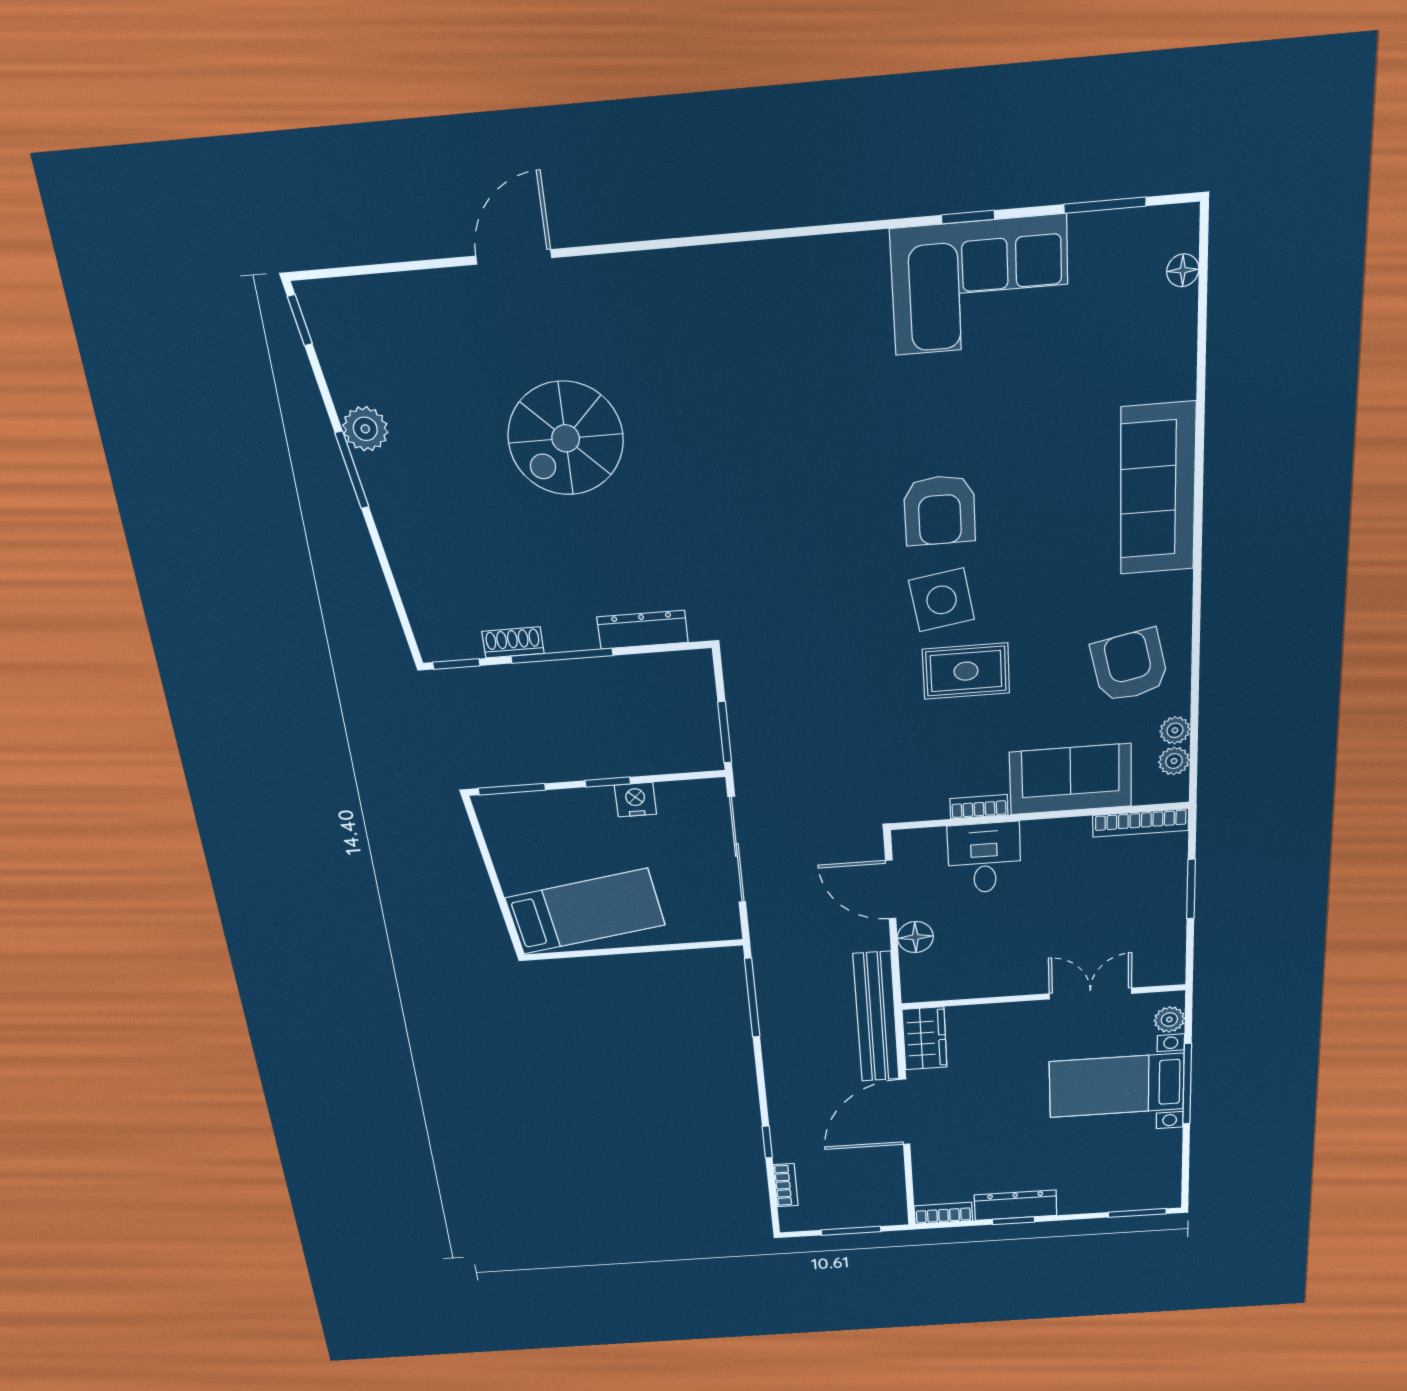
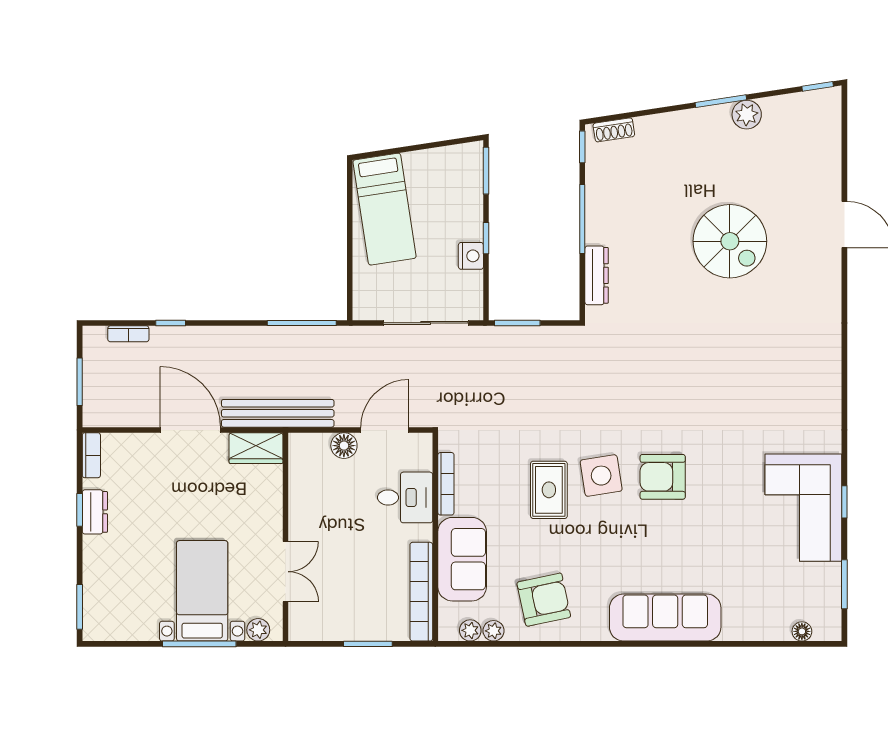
spiral stairs: (566, 438) -> (730, 241), turned 180
shoe rack: (513, 642) -> (614, 130), moved, turned 81
bookcase: (979, 807) -> (446, 484), width x1.56
bookcase: (1141, 823) -> (421, 592), width x1.48, depth x1.31
dresser: (1015, 1205) -> (95, 512), width x0.70

